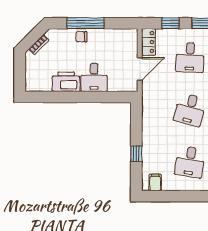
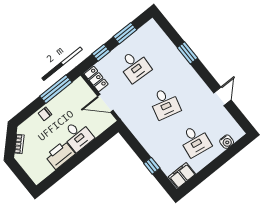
window: (85, 23) -> (56, 89), moved
door: (140, 69) -> (105, 103), swing flipped
filing cabinet: (155, 182) -> (182, 175), width x2.00

